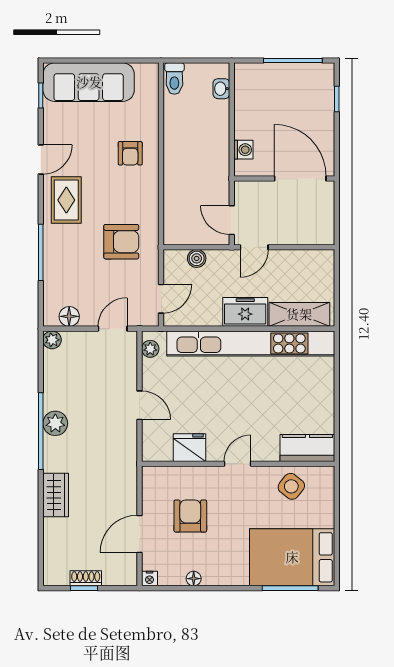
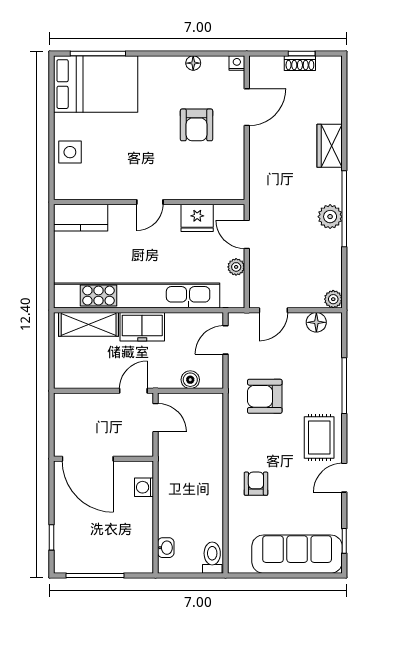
plant: (150, 349) -> (236, 267), moved
fridge: (190, 448) -> (197, 218), moved
kitchen counter: (307, 448) -> (81, 218), moved
door: (237, 464) -> (150, 202), moved
wall: (238, 464) -> (149, 202), moved
side table: (291, 486) -> (70, 152), moved, turned -38

